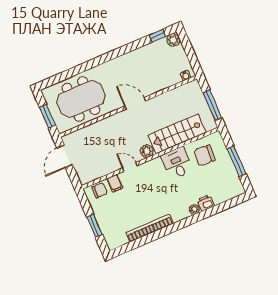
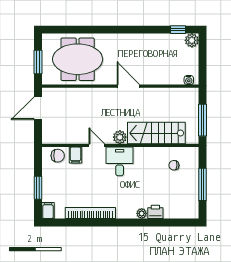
chair: (204, 155) -> (174, 165), width x0.54, depth x0.54
desk: (177, 163) -> (120, 161), moved
filing cabinet: (112, 242) -> (48, 211), added

